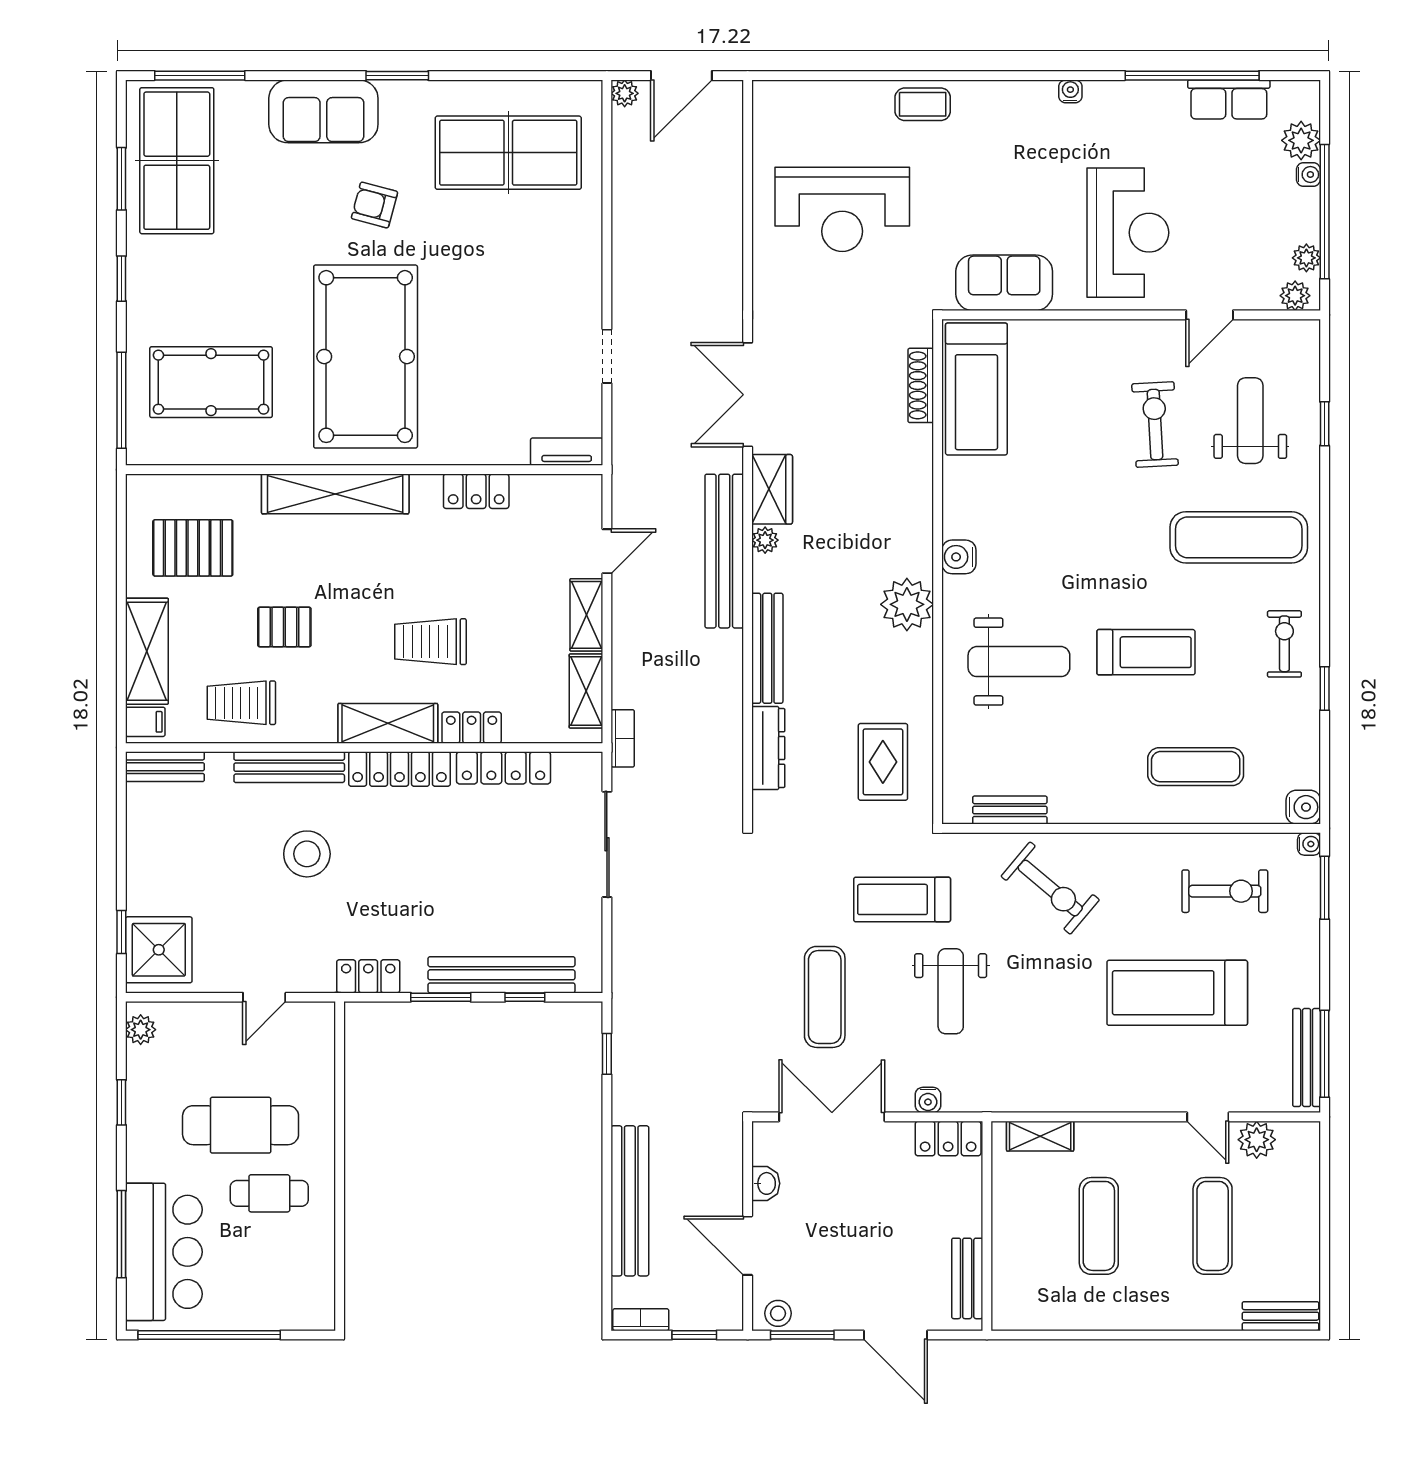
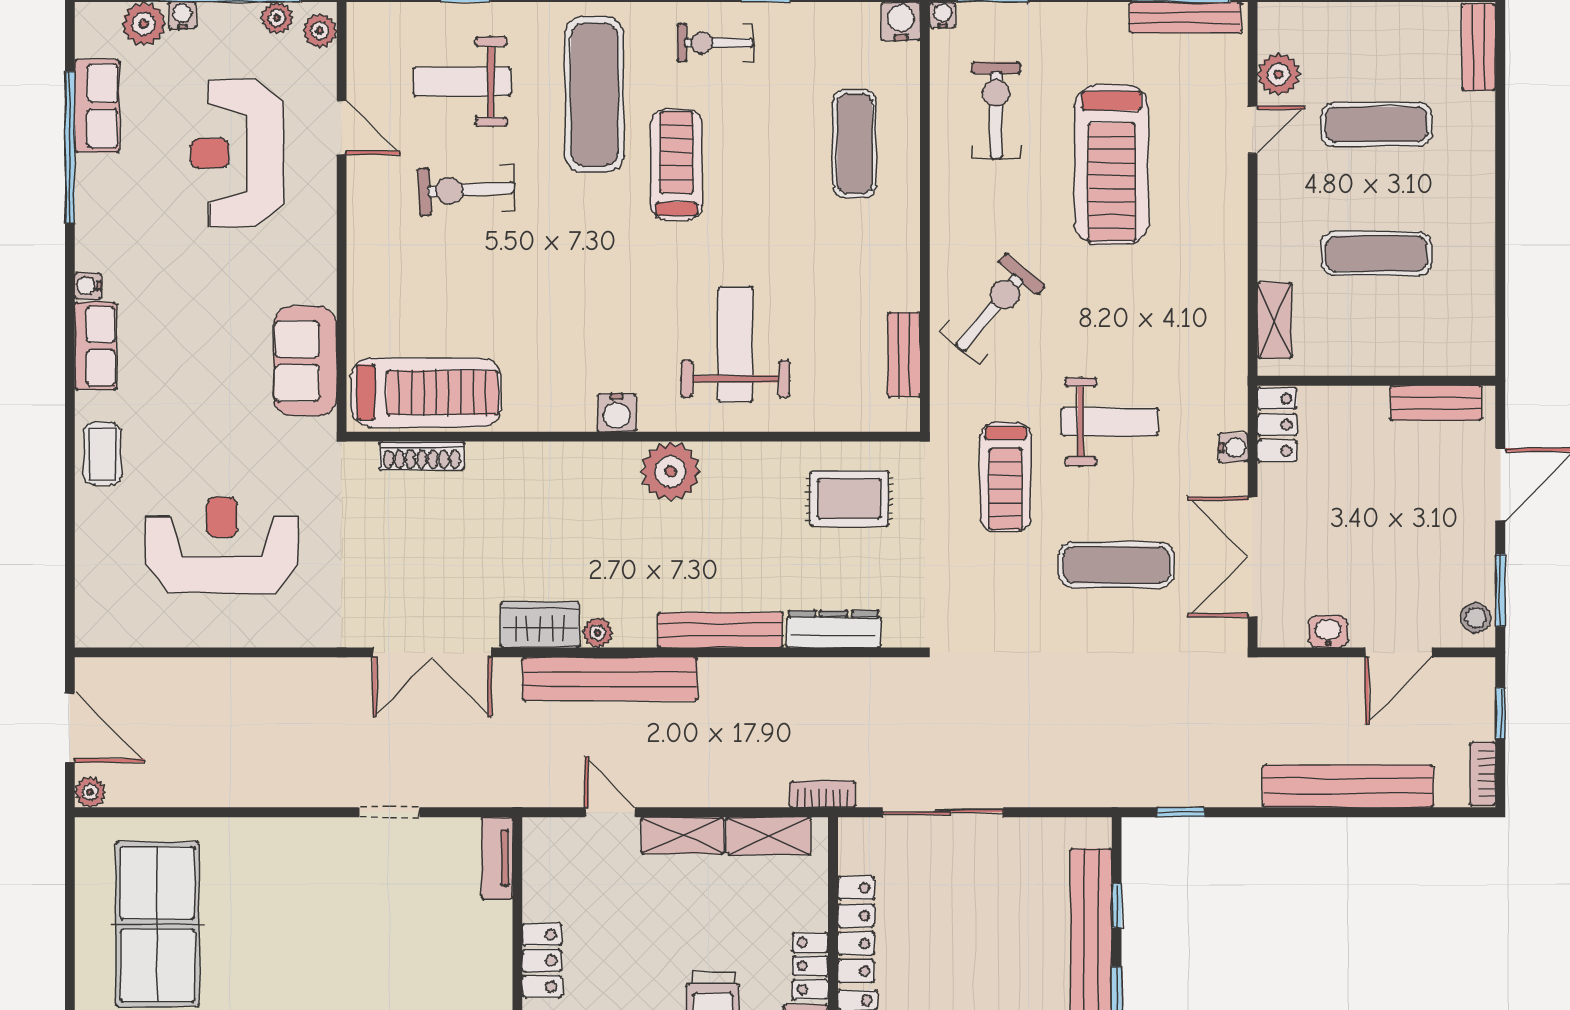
row of seats: (1017, 98) -> (96, 346), added
reception desk: (842, 209) -> (222, 545), turned -90
reception desk: (1128, 233) -> (237, 153), moved, turned -90
treadmill: (1146, 652) -> (676, 164), moved

